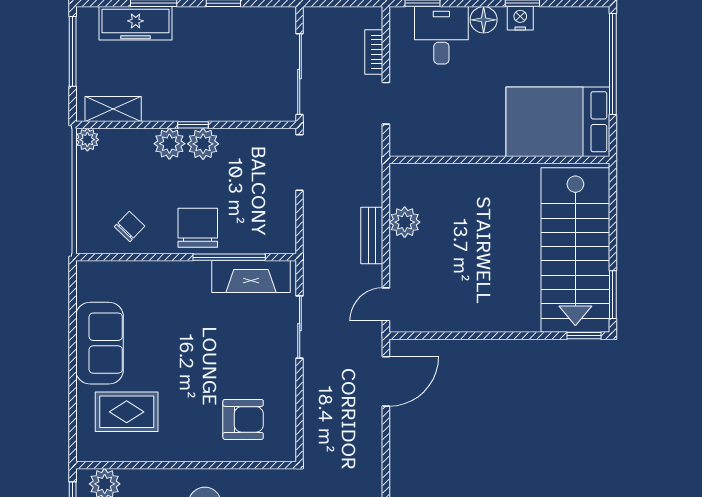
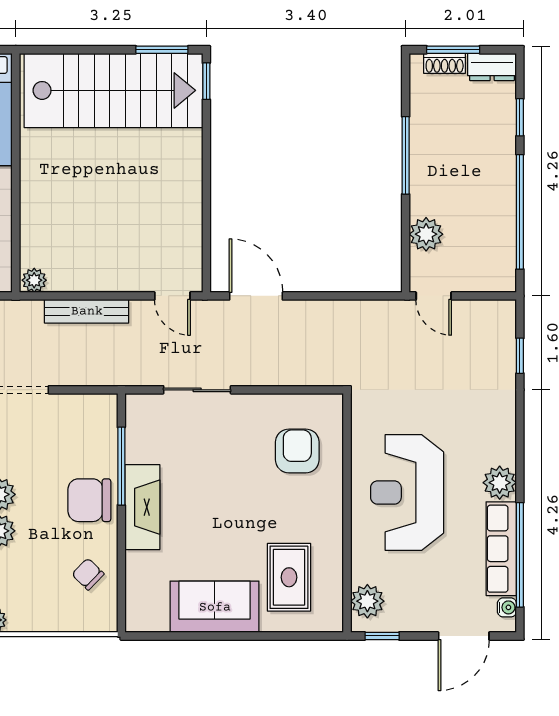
plant: (405, 222) -> (34, 280), moved, width x0.73, depth x0.73
bench: (372, 236) -> (87, 311), width x1.36
fireplace: (251, 277) -> (142, 507), moved

